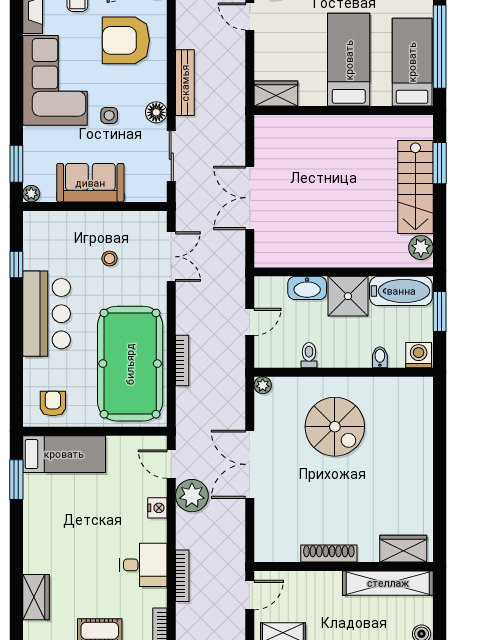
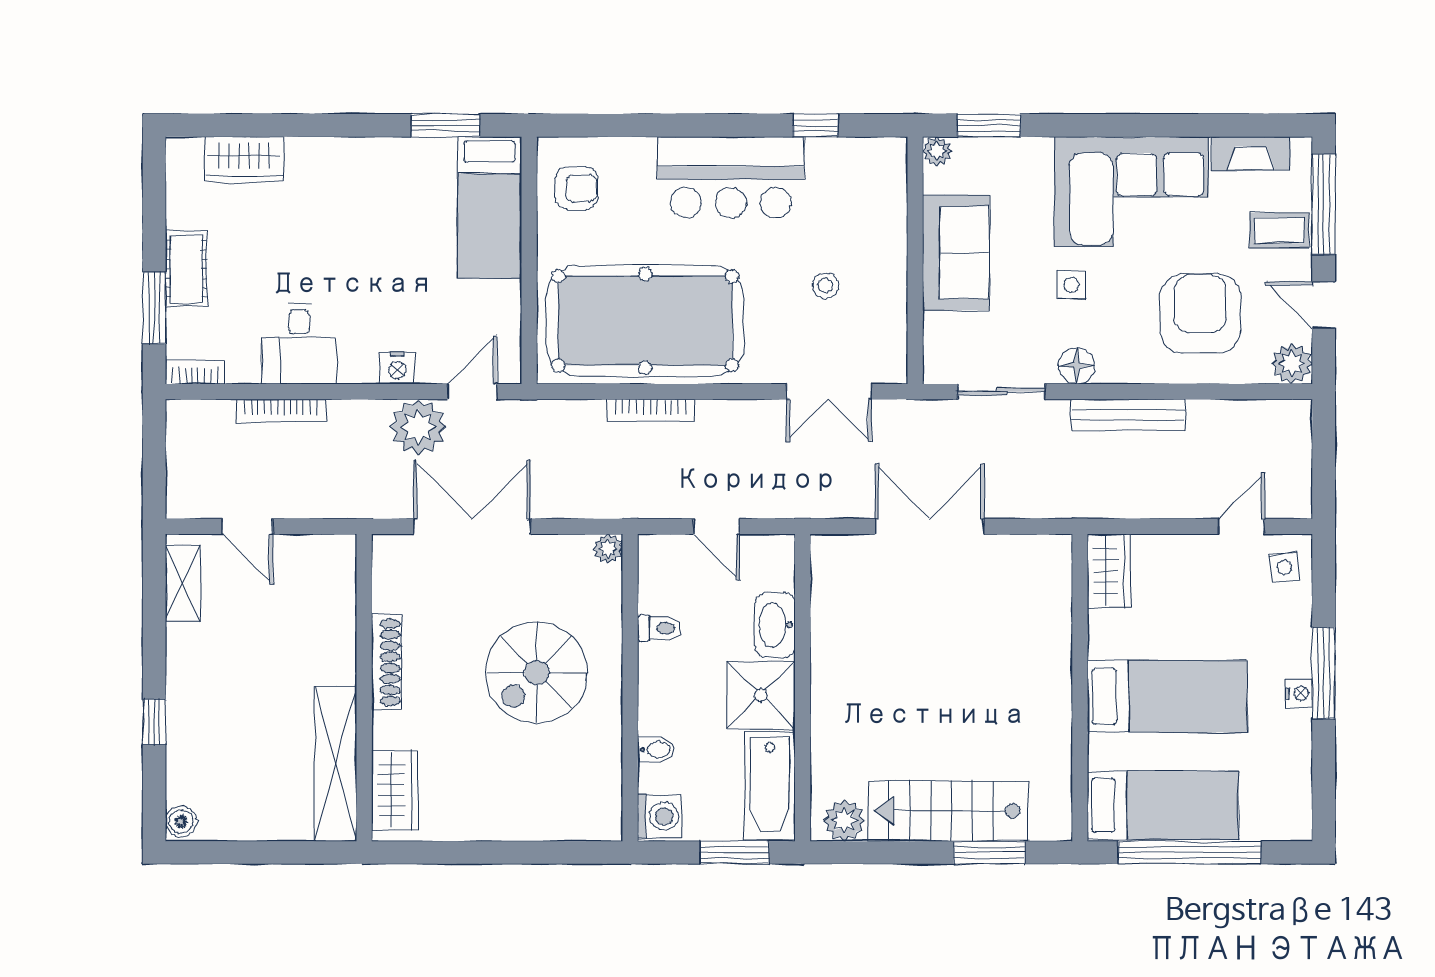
wardrobe: (403, 549) -> (395, 790), moved
shoe rack: (329, 553) -> (386, 662), moved
wall: (344, 566) -> (364, 688), moved
shelving: (388, 583) -> (335, 764), moved

